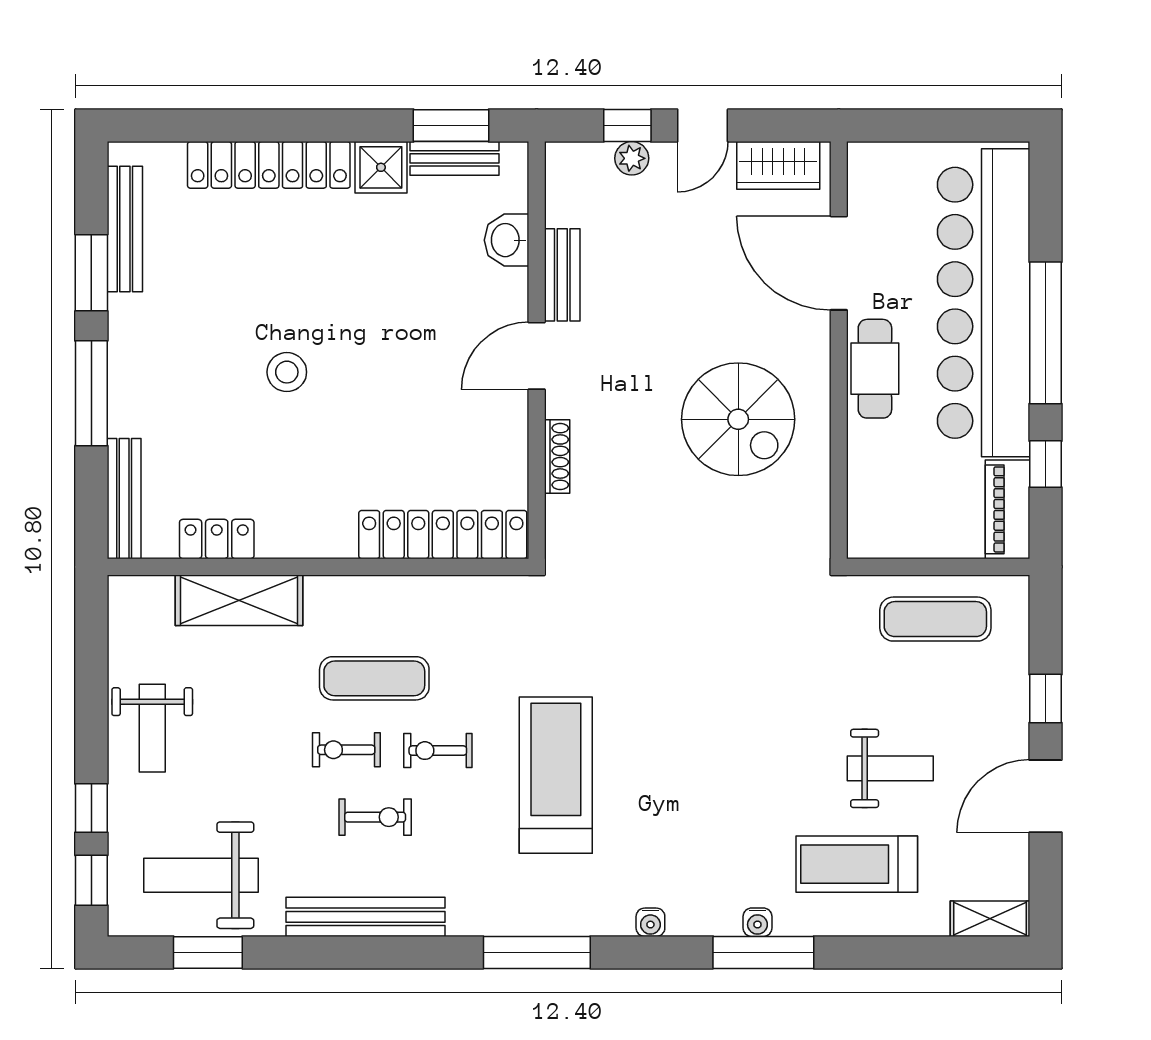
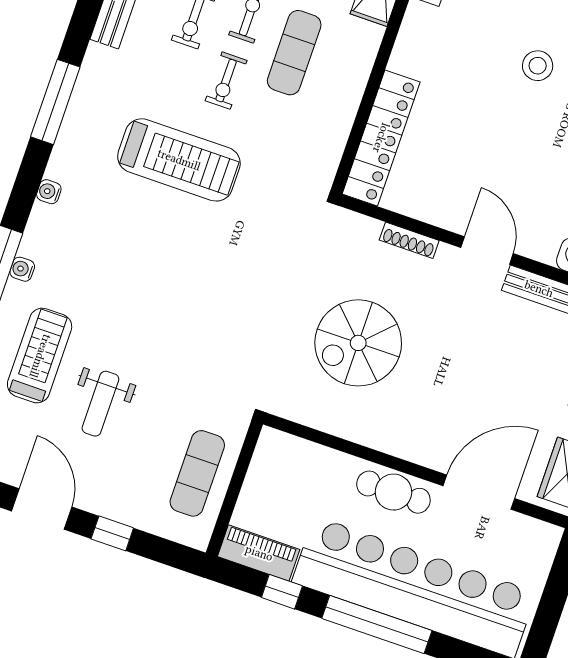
spiral stairs: (738, 419) -> (358, 343), moved
exercise bike: (438, 751) -> (226, 81), turned 180

